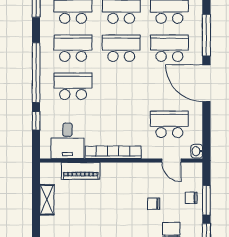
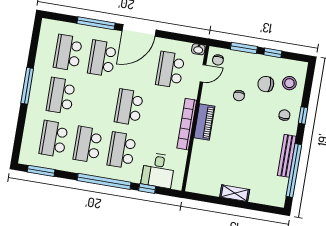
school desk: (121, 48) -> (129, 107), moved
desk: (67, 141) -> (158, 170), moved, turned 90
piano: (81, 171) -> (204, 122), moved
chair: (191, 198) -> (218, 60), moved
shelving: (47, 200) -> (235, 193), moved

